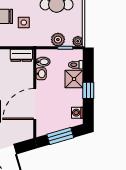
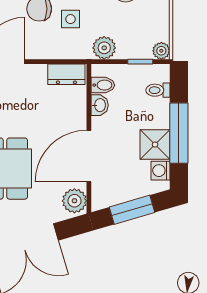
plant: (58, 40) -> (104, 48), moved
shower: (74, 79) -> (155, 145), moved
window: (88, 90) -> (179, 133), width x2.17
plant: (26, 131) -> (74, 201), added

